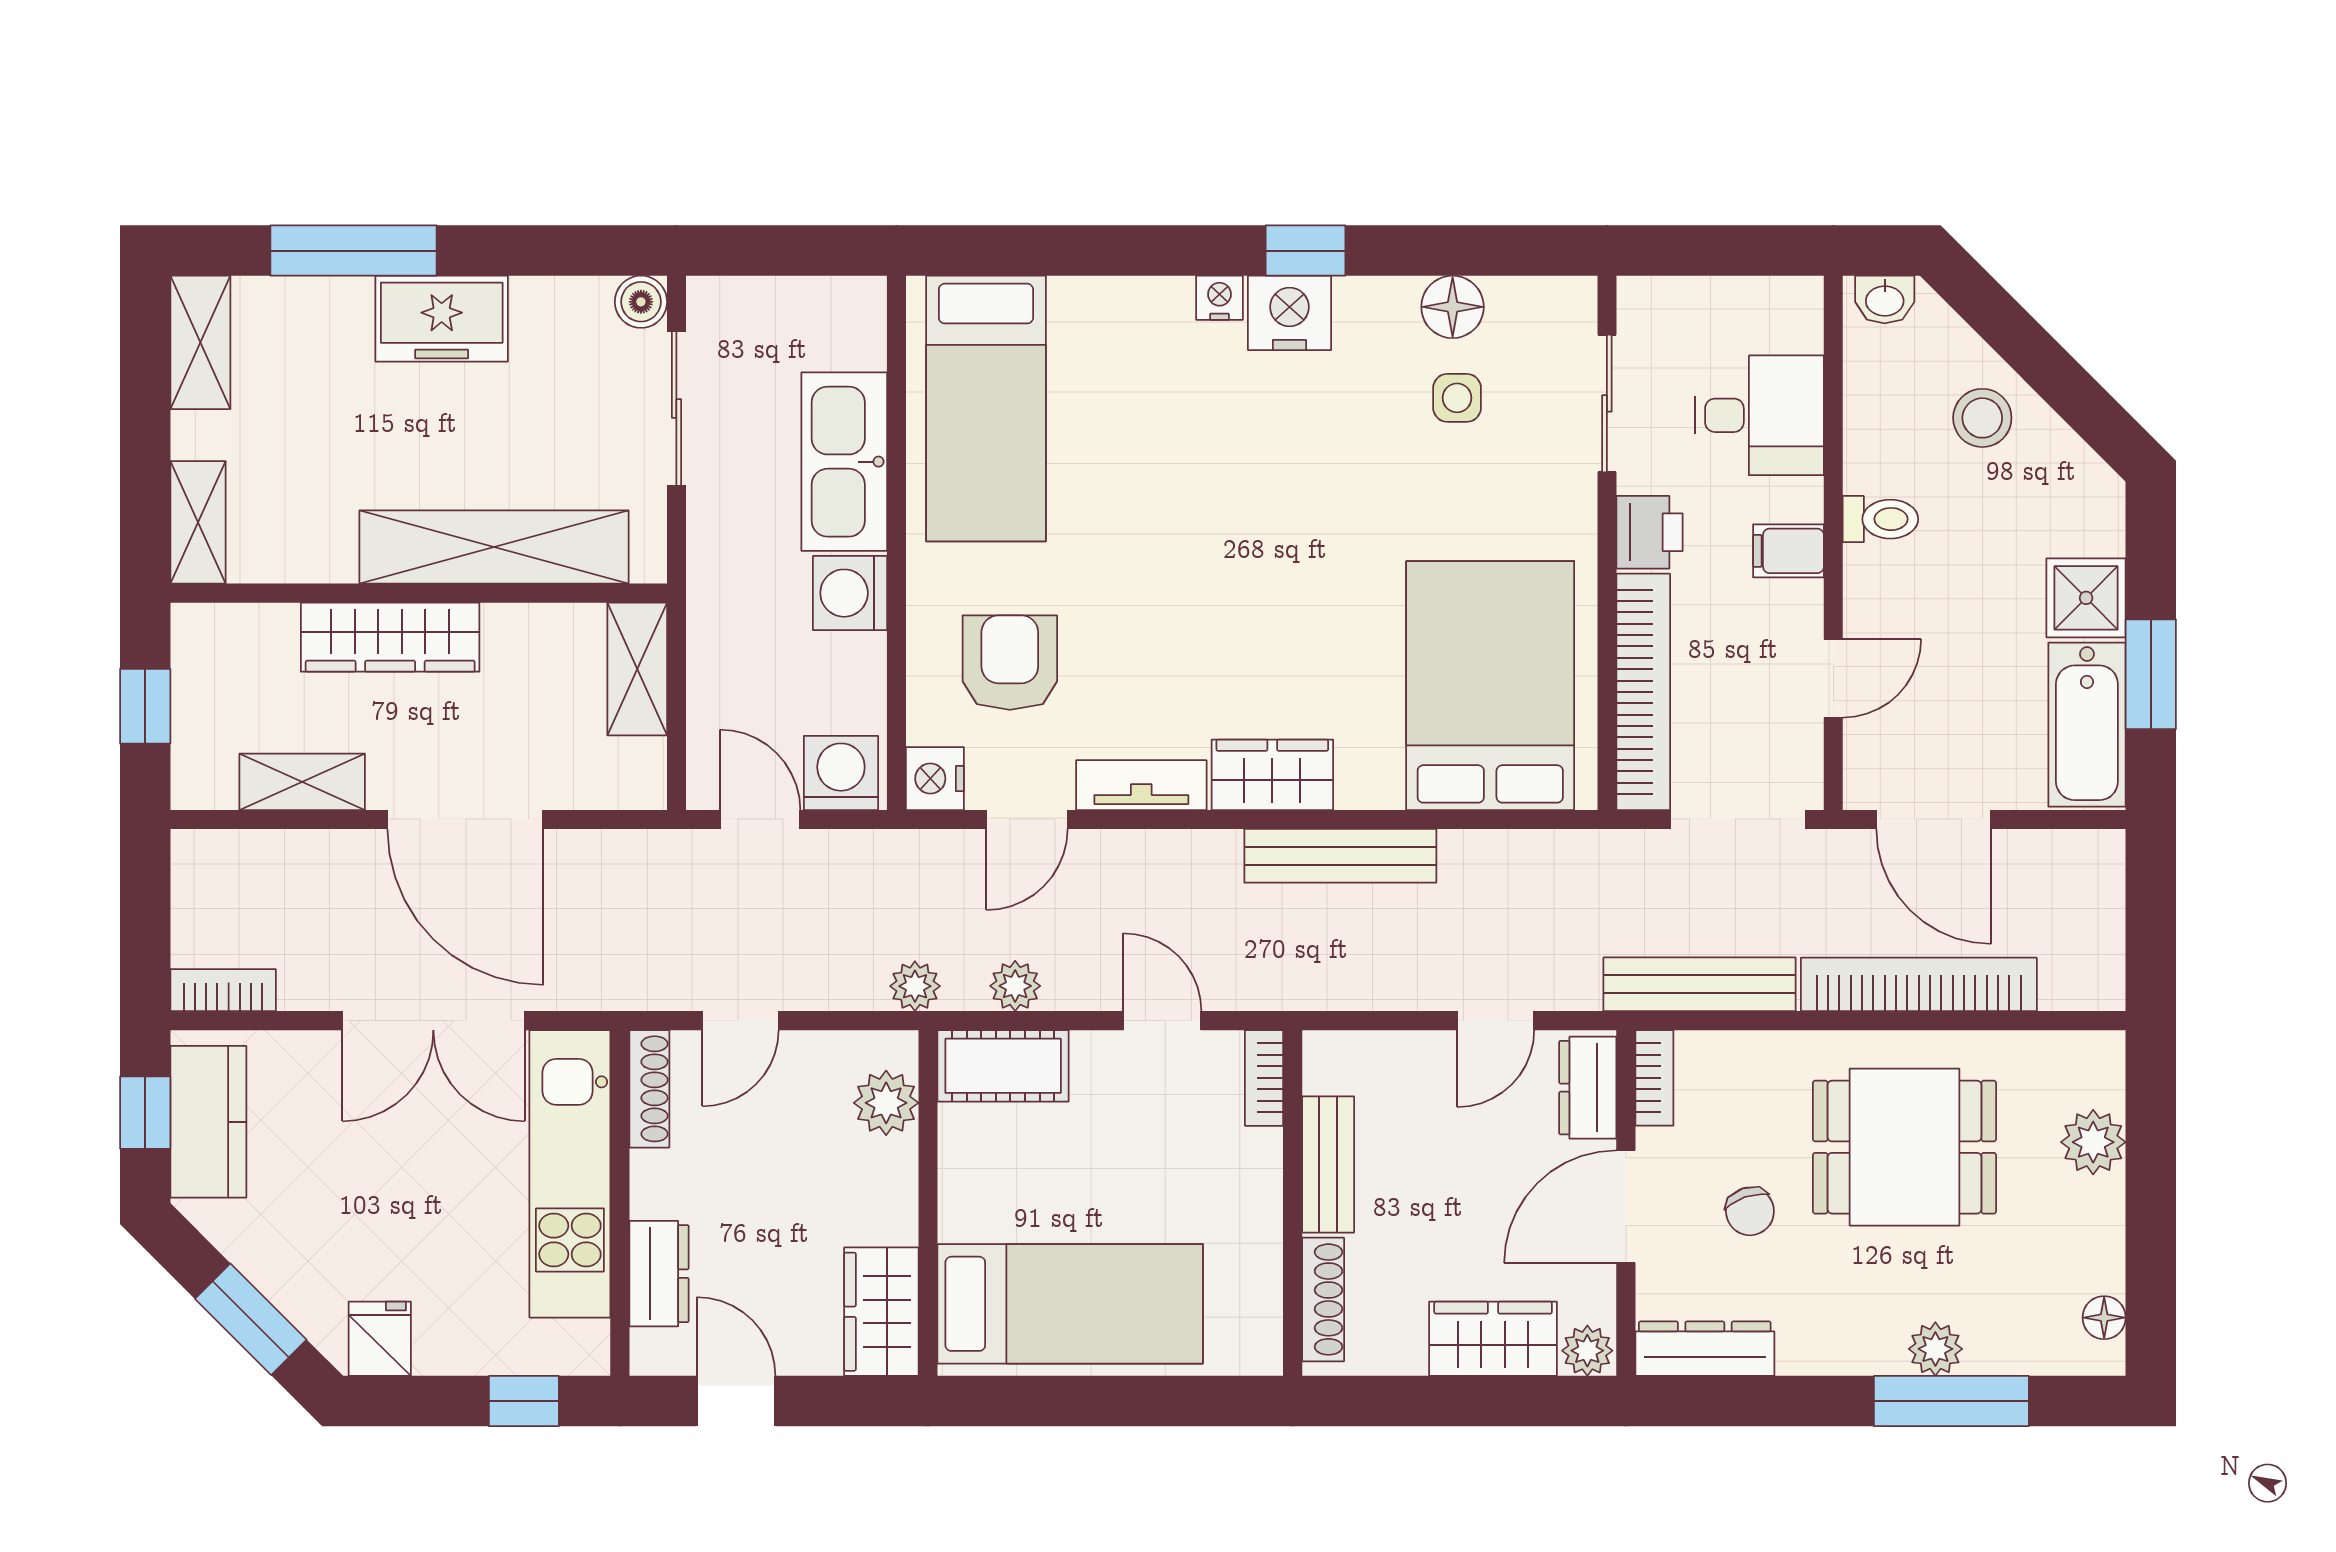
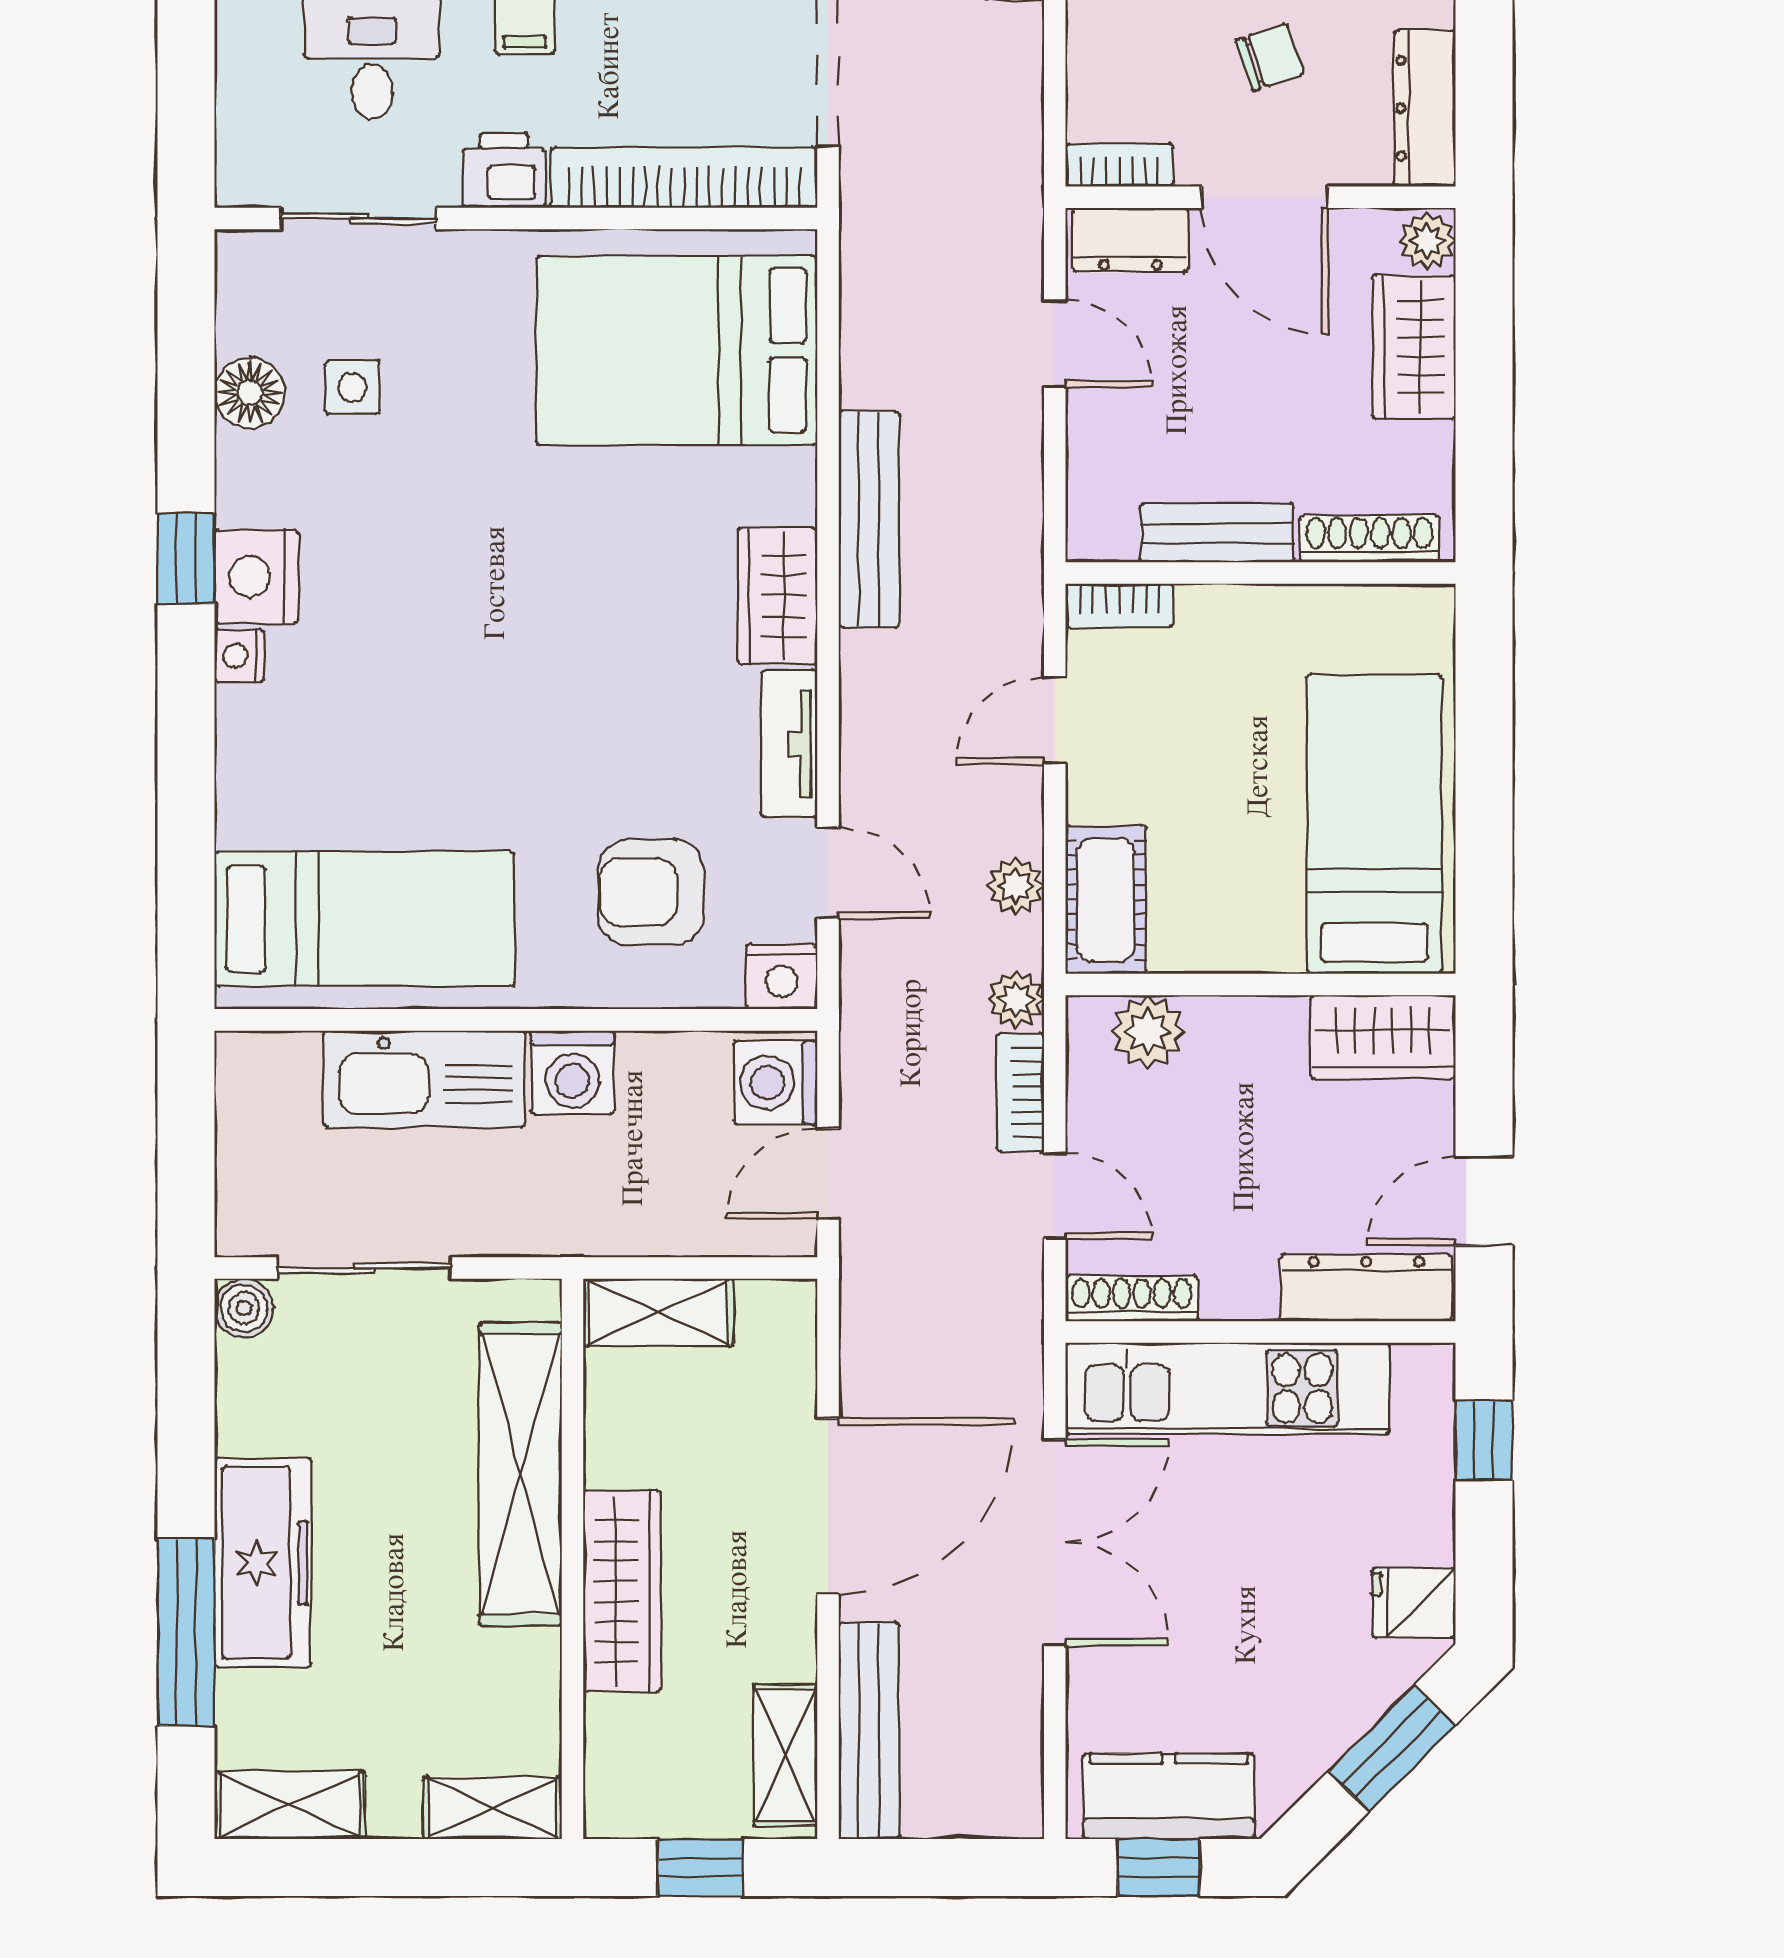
freezer: (442, 319) -> (263, 1563), width x1.40
shelving: (302, 782) -> (785, 1755), moved
bench: (1700, 984) -> (869, 1731), moved
bookcase: (223, 990) -> (1020, 1092), moved
dresser: (659, 1274) -> (1366, 1288), width x1.44

